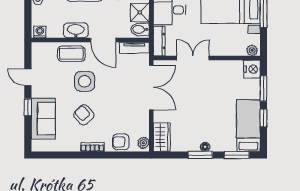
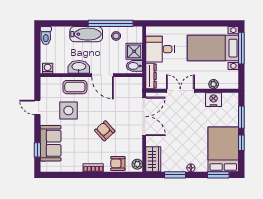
tv unit: (134, 48) -> (130, 82), removed
plant: (252, 50) -> (214, 84), moved
nightstand: (252, 69) -> (214, 100), moved, turned -90
side table: (85, 81) -> (68, 110), moved
window: (28, 107) -> (37, 150), moved
armchair: (84, 115) -> (105, 131), moved
bed: (248, 126) -> (223, 149), width x1.50
window: (200, 155) -> (175, 175), moved

